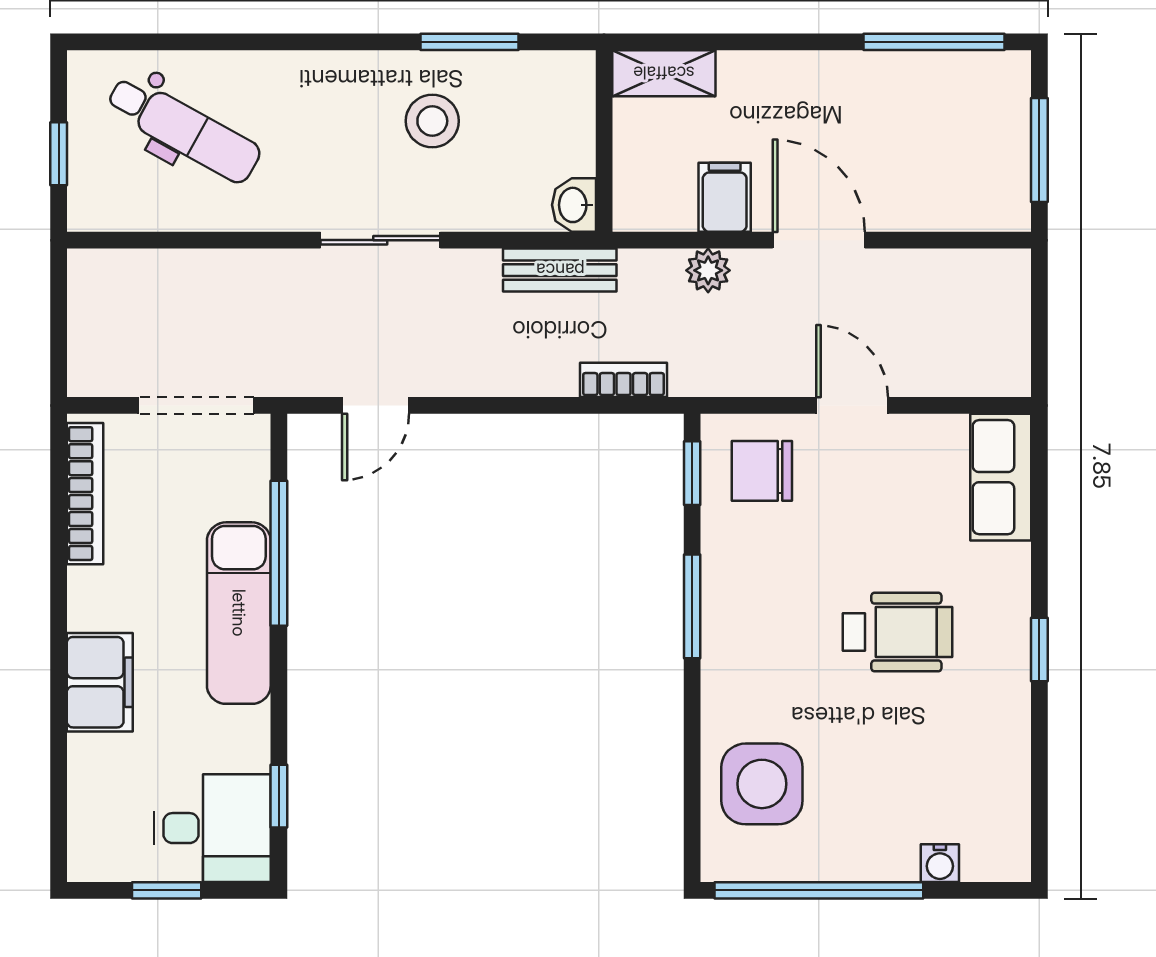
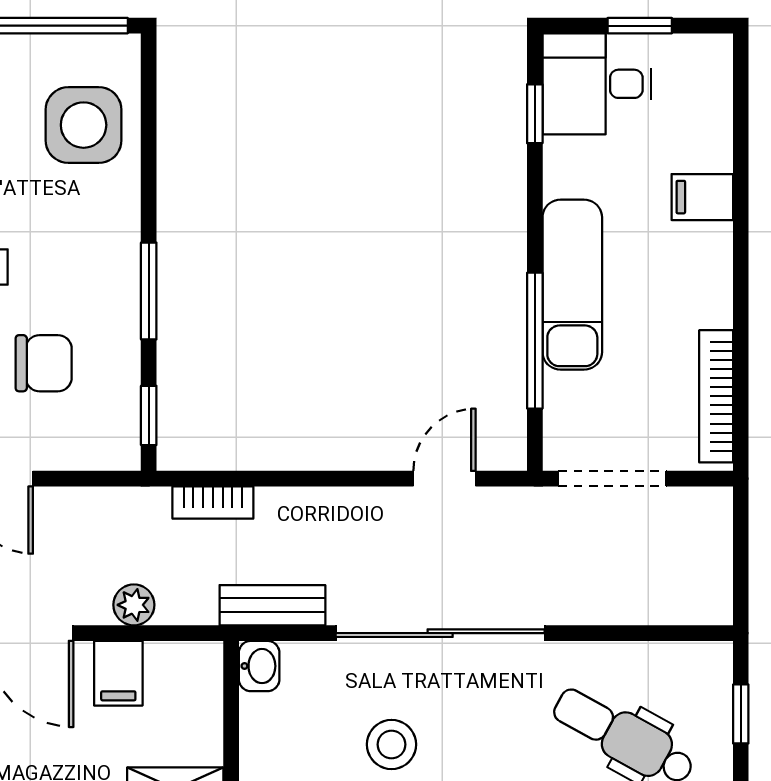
sliding door: (380, 240) -> (440, 633), width x1.86
chair: (762, 471) -> (44, 363), moved
filing cabinet: (100, 682) -> (702, 197), width x0.50

